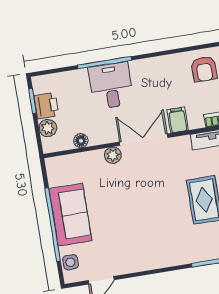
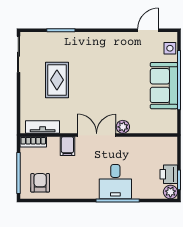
plant: (48, 128) -> (170, 192), moved
double door: (144, 140) -> (97, 135), swing flipped
floor lamp: (81, 141) -> (146, 142), removed

